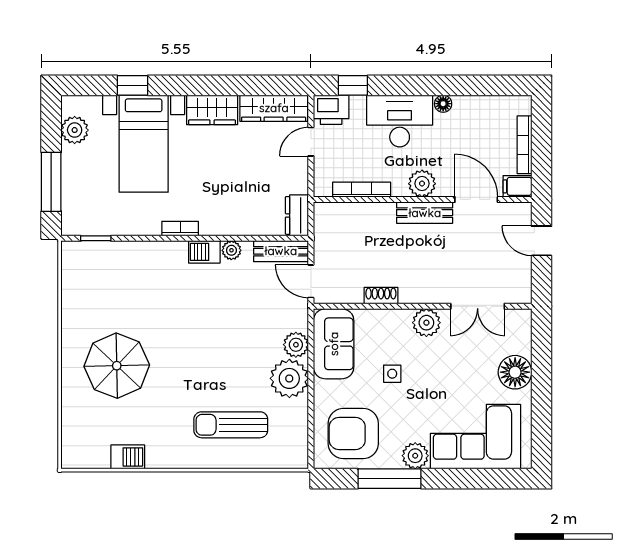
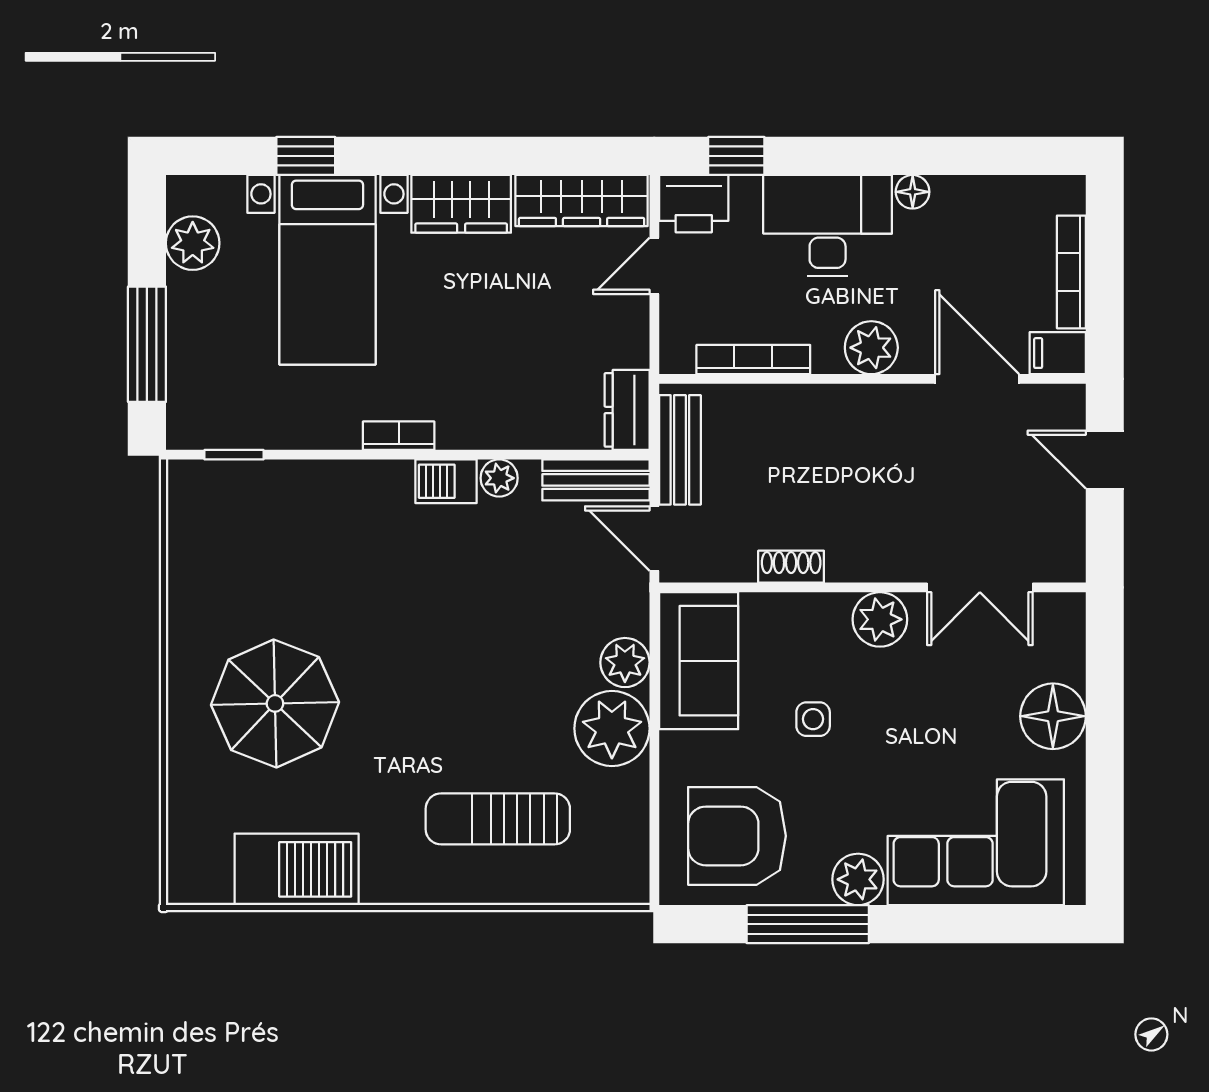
bench: (425, 213) -> (680, 450), moved, turned 90
barbecue: (128, 457) -> (297, 869), width x1.88, depth x1.53

